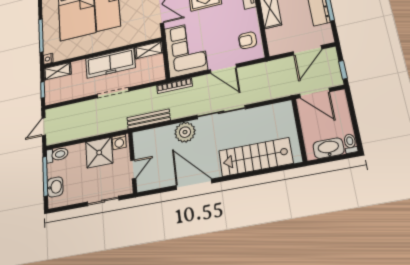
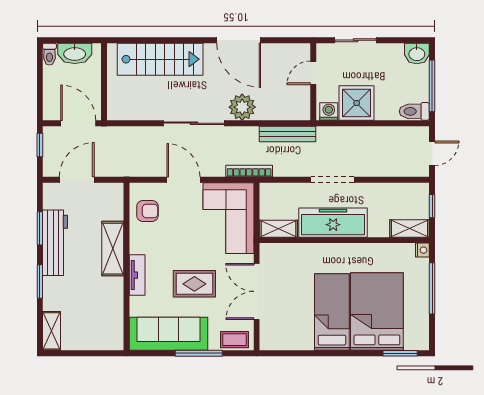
washbasin: (55, 187) -> (417, 54), moved, turned -90

